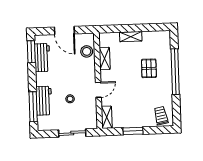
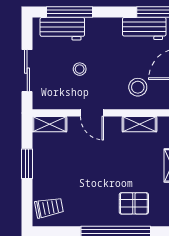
stool: (87, 51) -> (138, 87), moved
pallet: (149, 68) -> (134, 203), moved
workbench: (44, 101) -> (62, 29), moved

